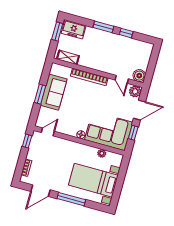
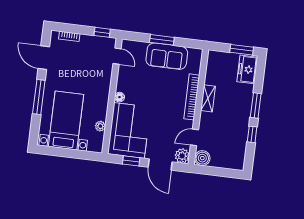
shelving: (68, 57) -> (208, 98), moved

